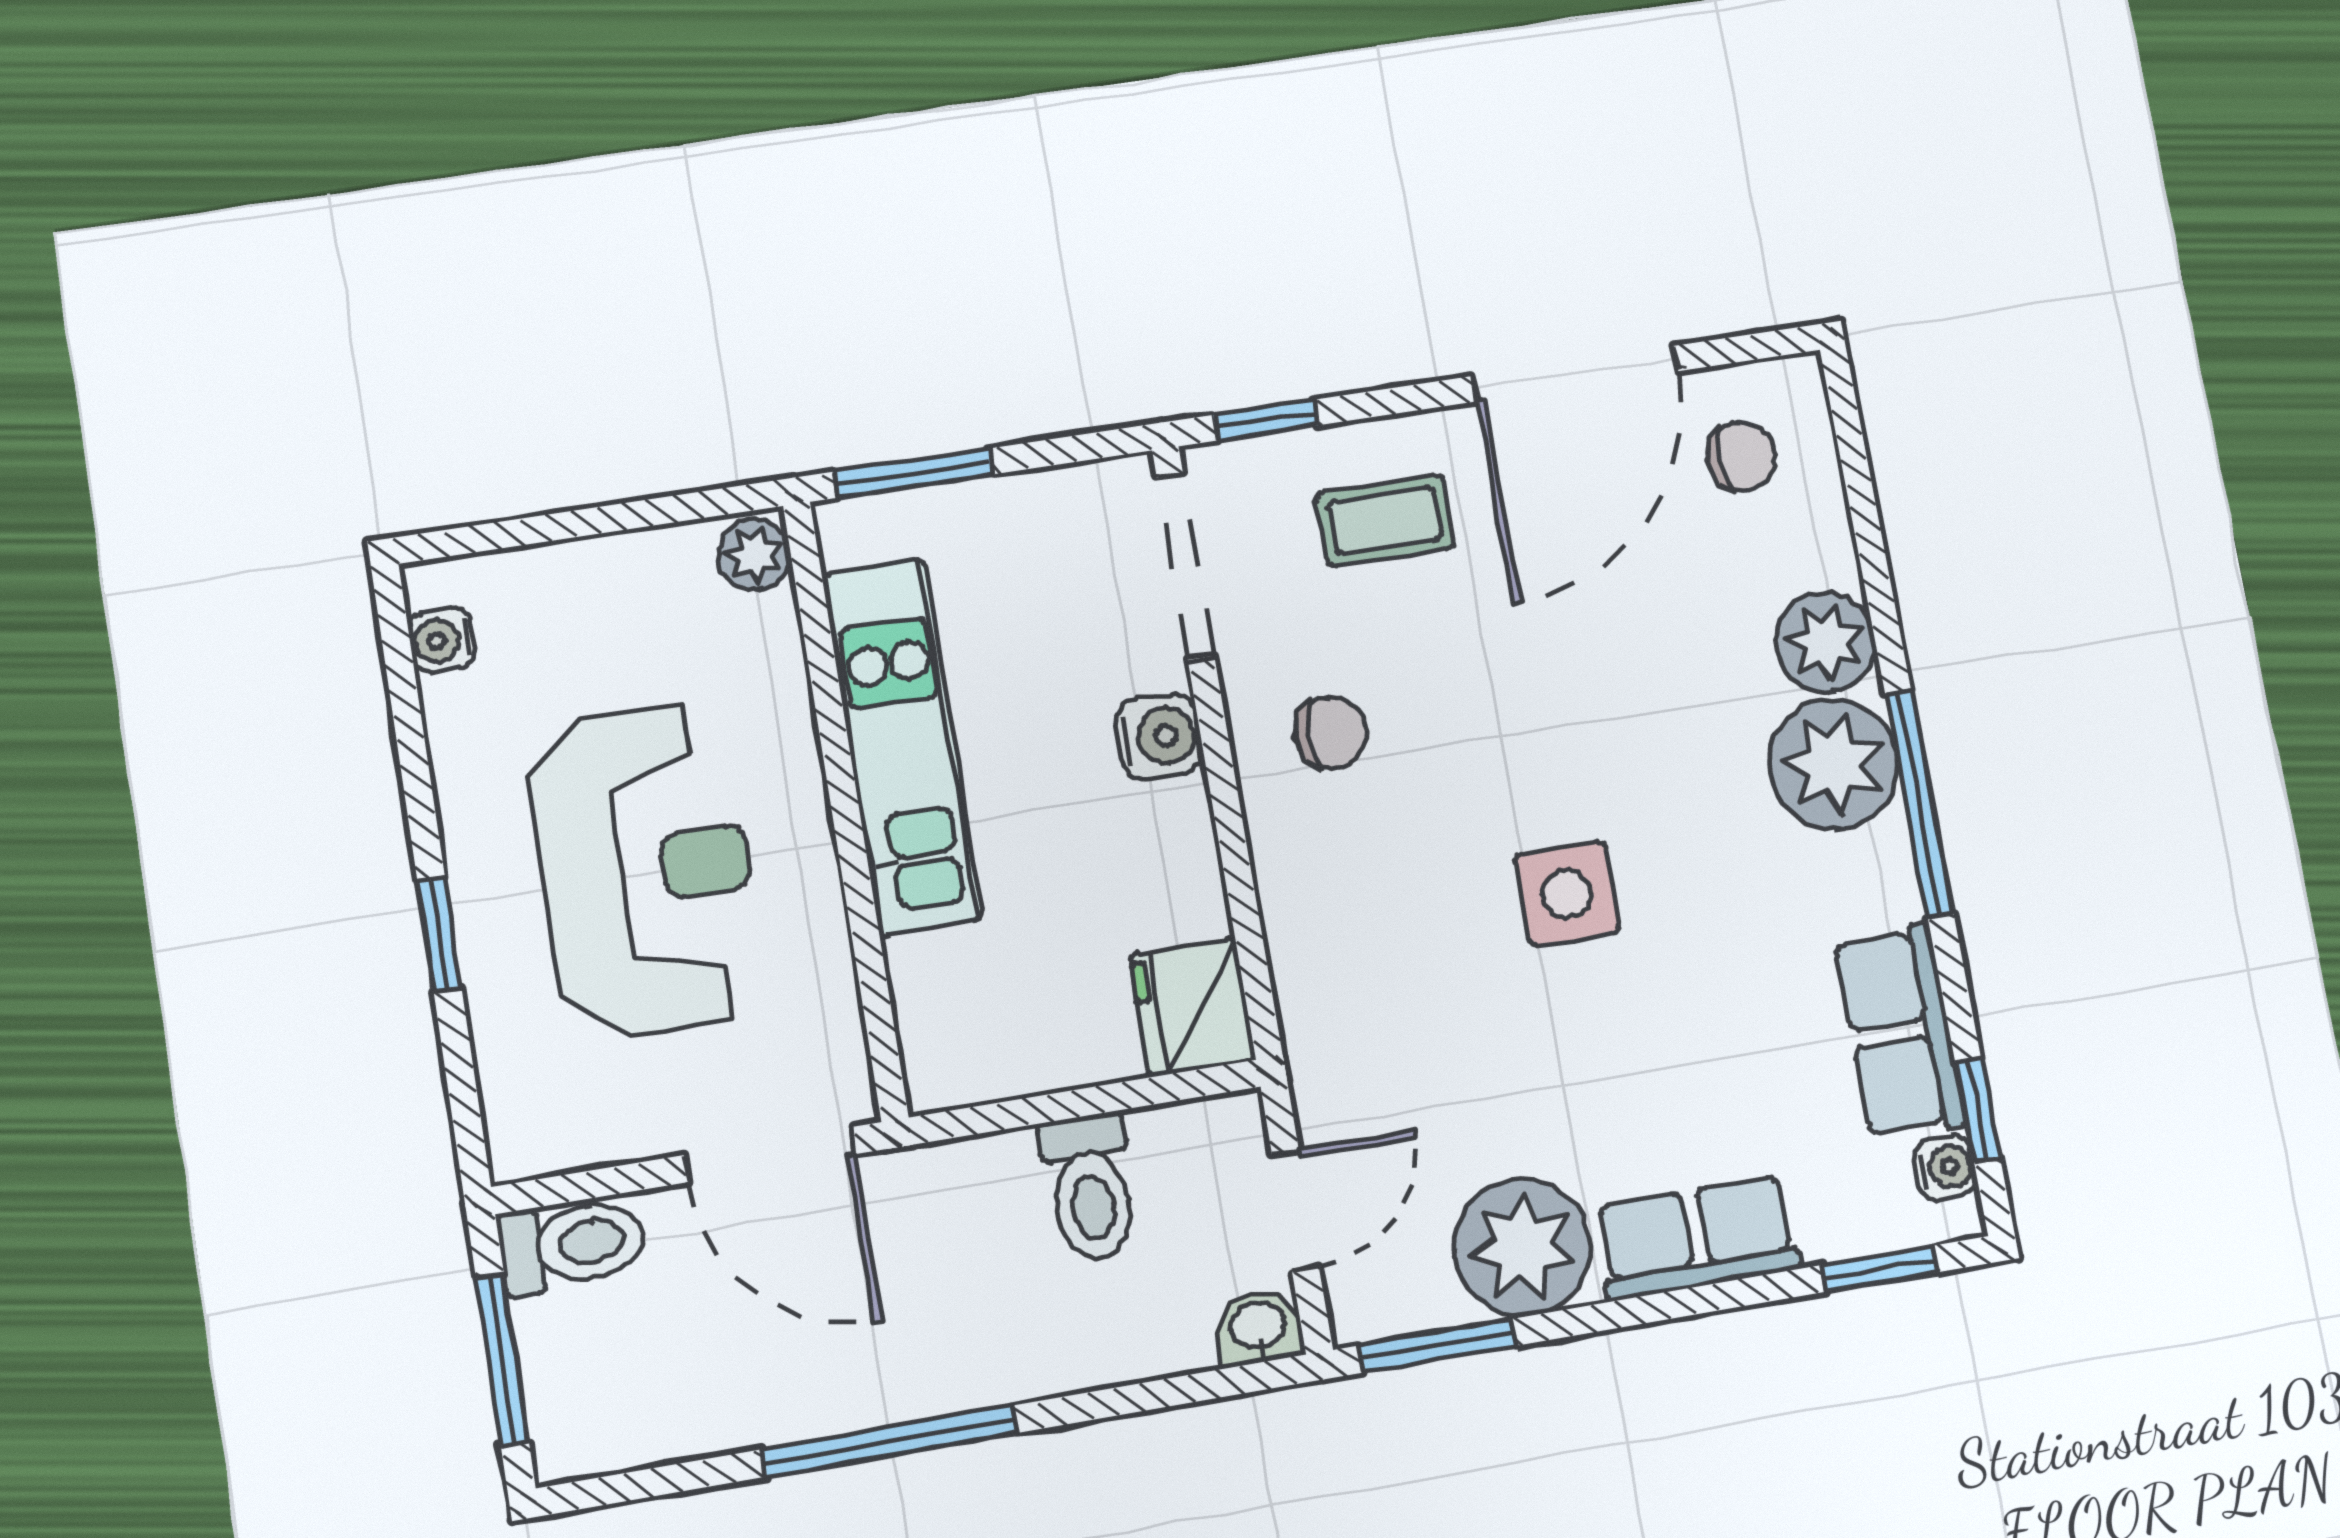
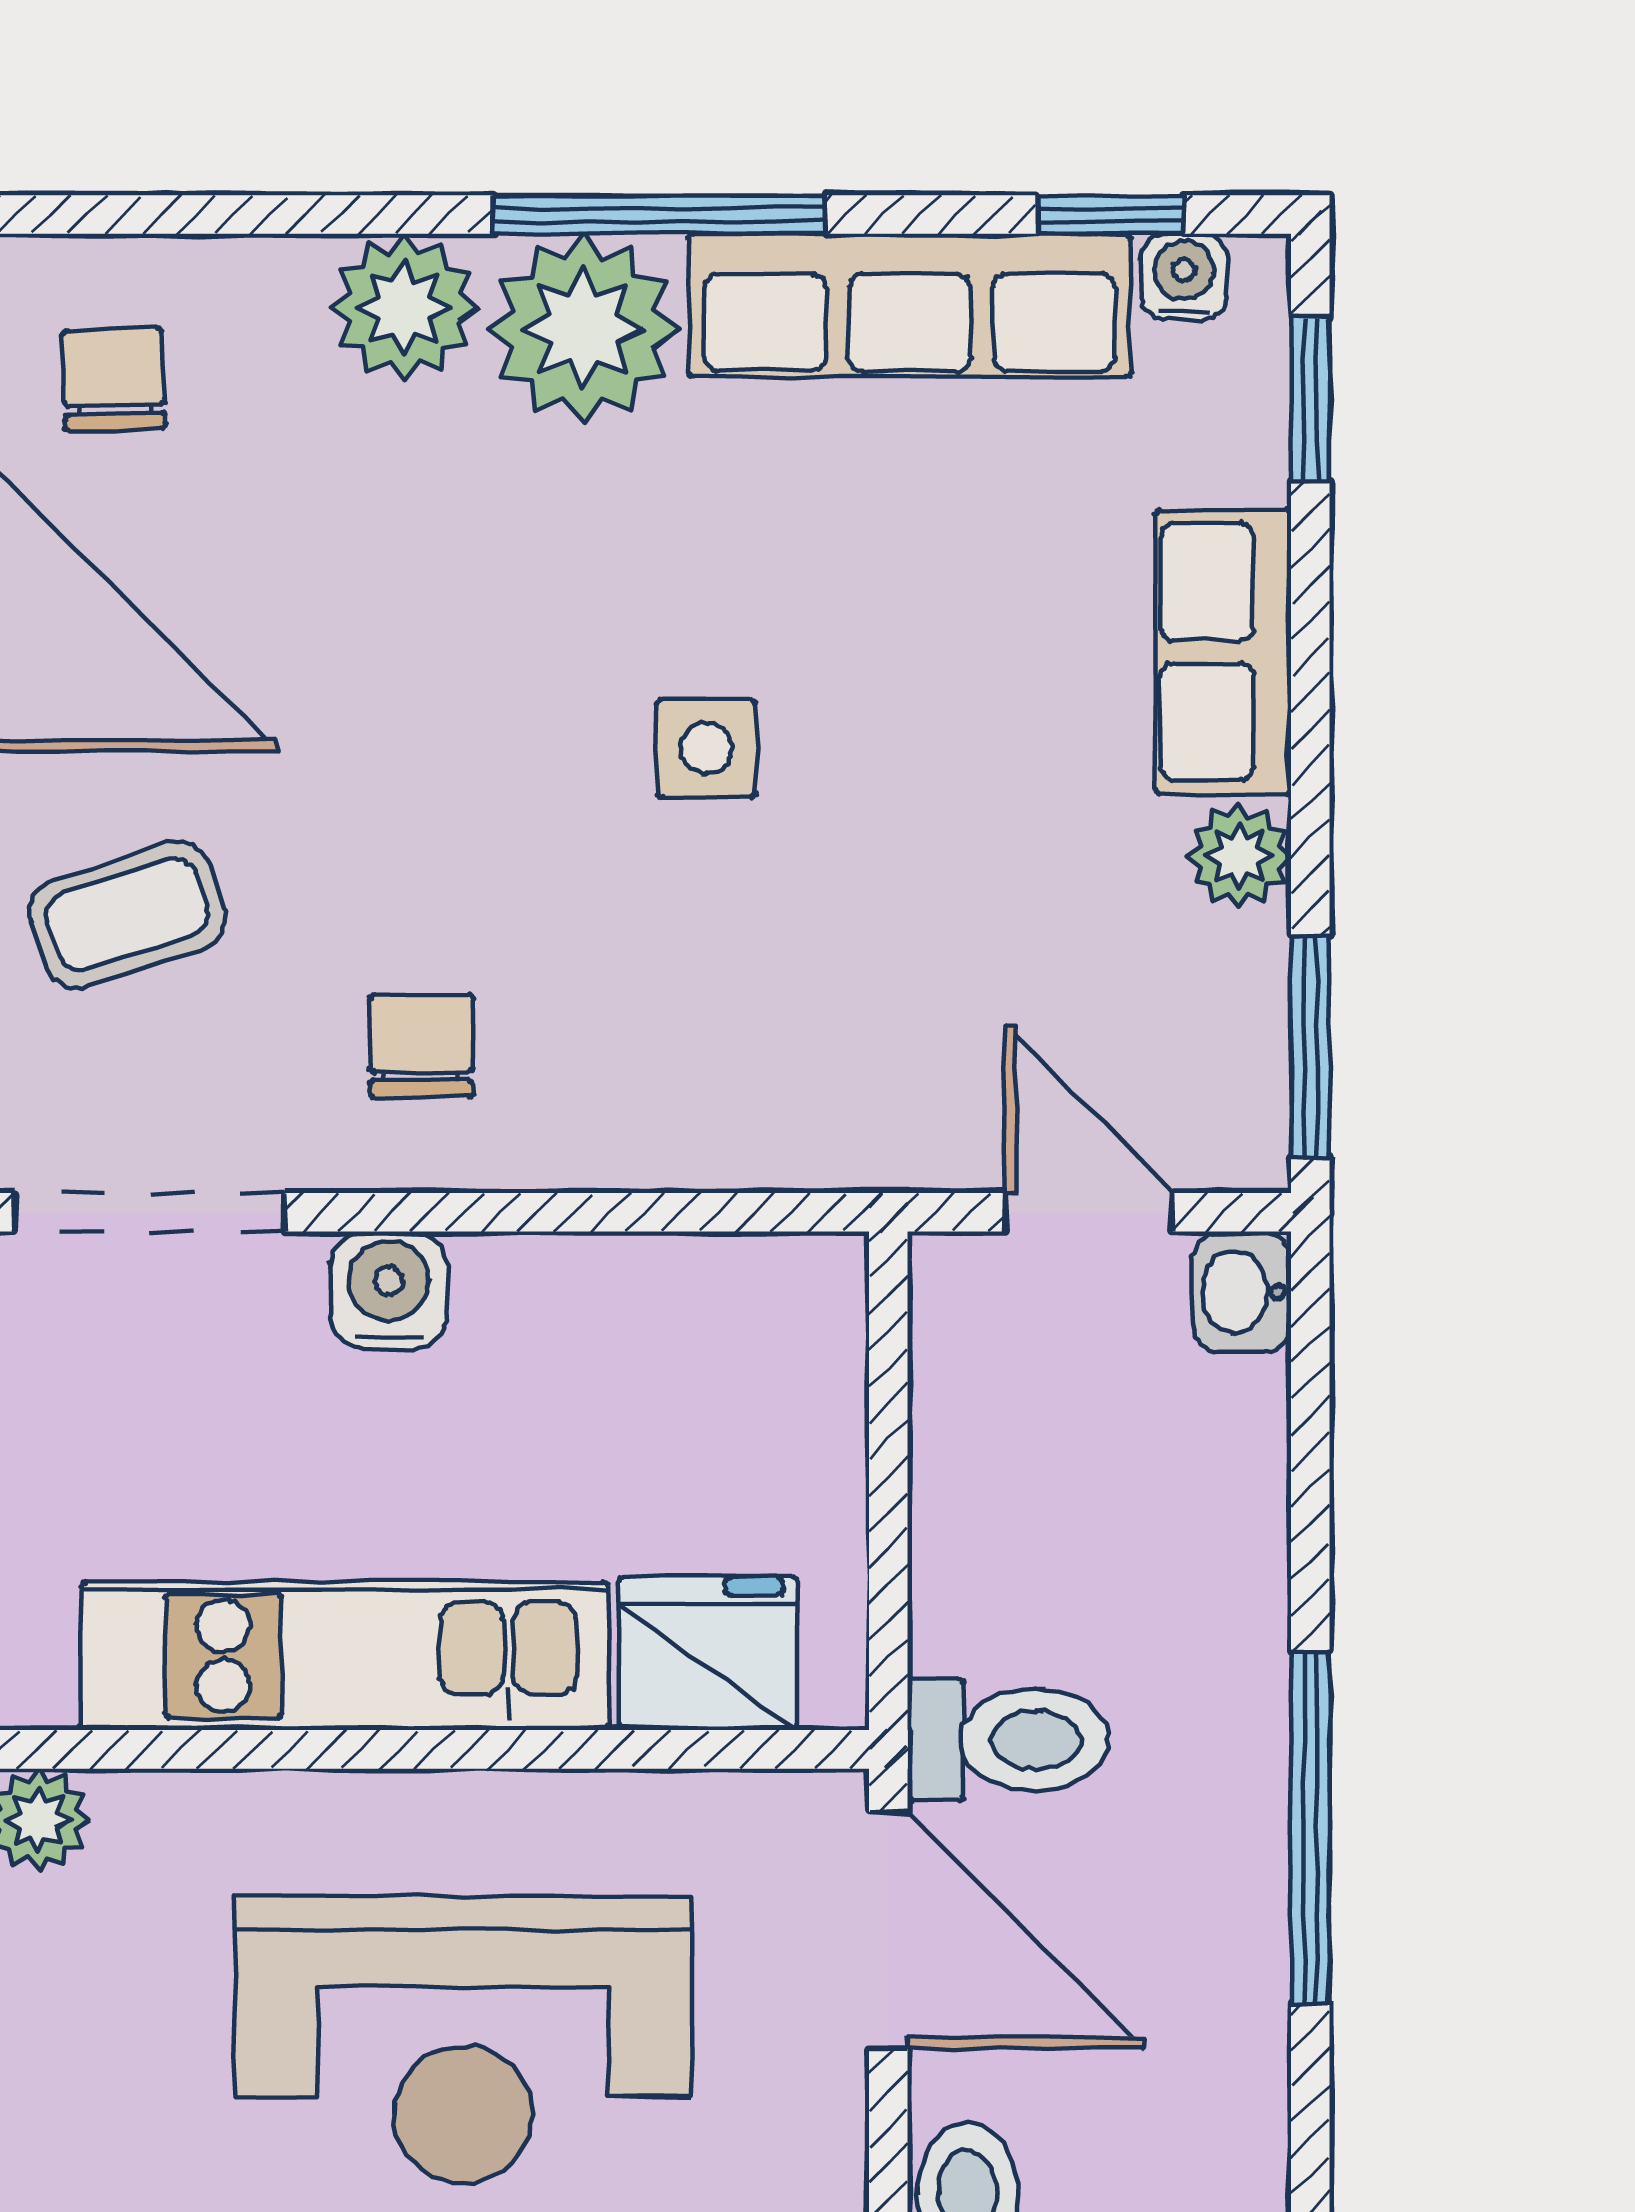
coffee table: (1385, 520) -> (127, 914), turned 72
reception desk: (647, 871) -> (463, 2039), turned 180
side table: (1567, 894) -> (706, 748), width x0.73, depth x0.73
fridge: (1193, 1007) -> (708, 1654), moved, turned 180
row of seats: (1900, 1032) -> (910, 305), width x1.48
door: (770, 1155) -> (888, 1930), hinge flipped
toilet: (1090, 1187) -> (1008, 1740), moved
plant: (1522, 1247) -> (1239, 856), width x0.53, depth x0.53

